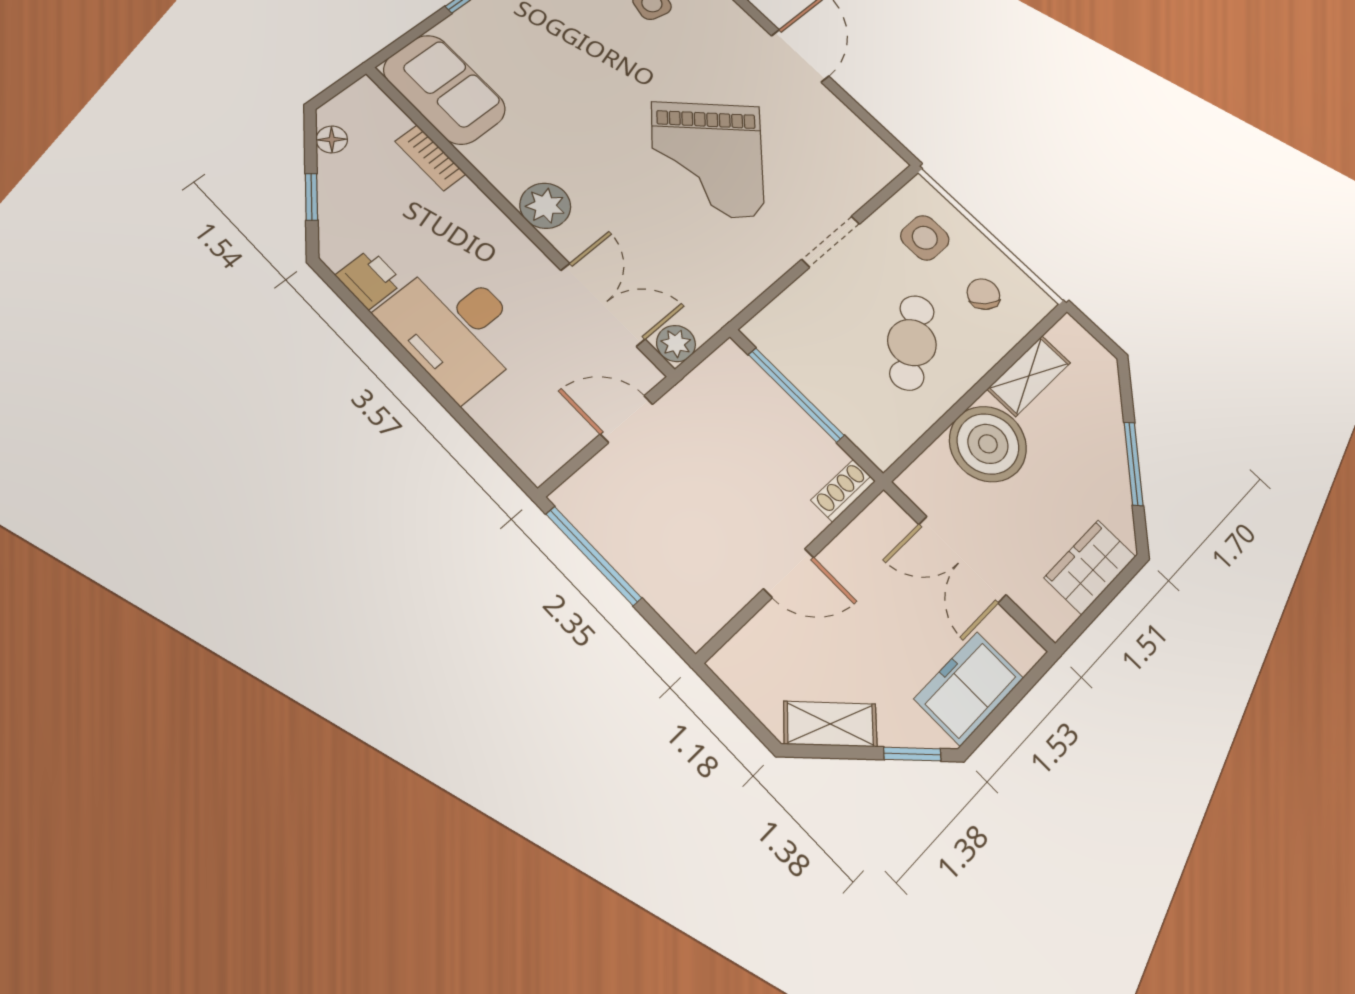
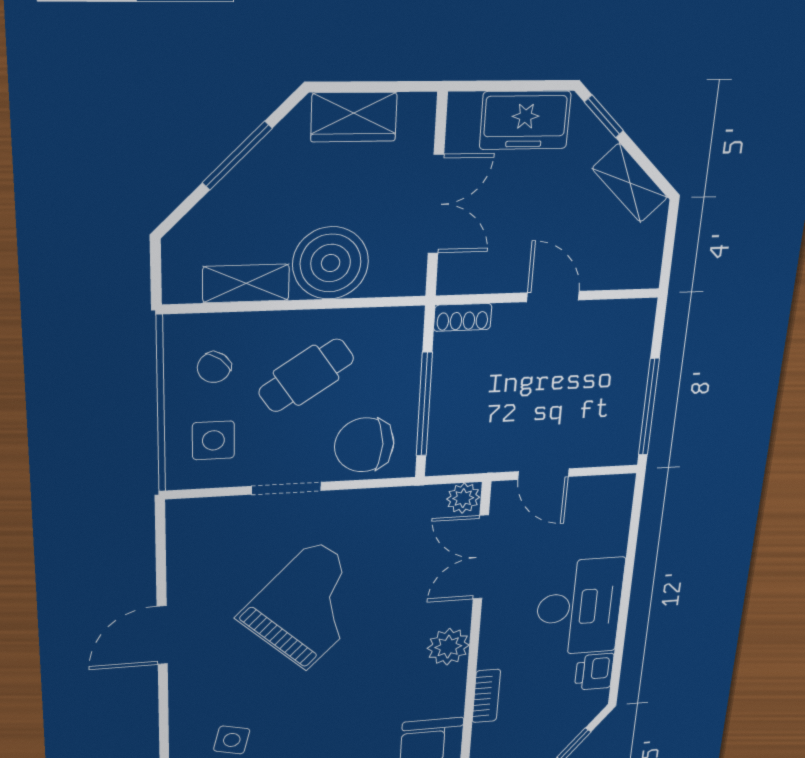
bookcase: (430, 158) -> (486, 696), moved
chair: (808, 324) -> (364, 445), added

